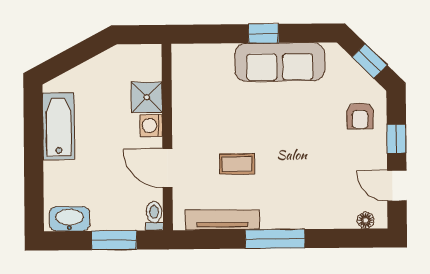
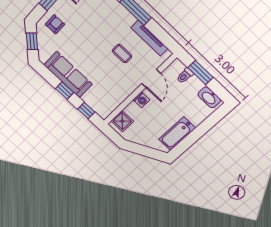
window: (208, 34) -> (86, 111), added
shower: (147, 97) -> (122, 121), moved
toilet: (154, 216) -> (185, 76), moved

